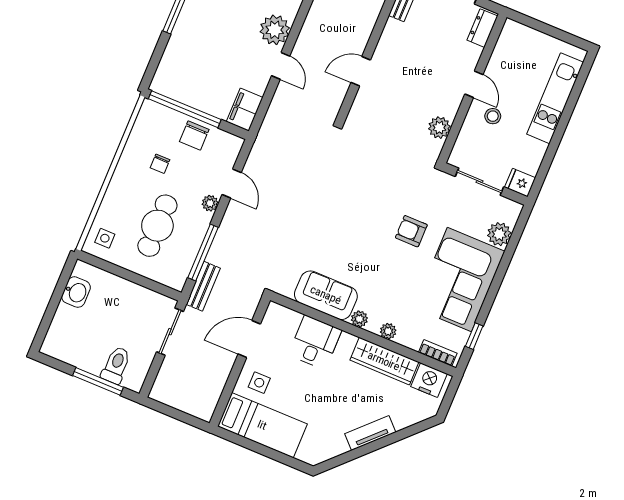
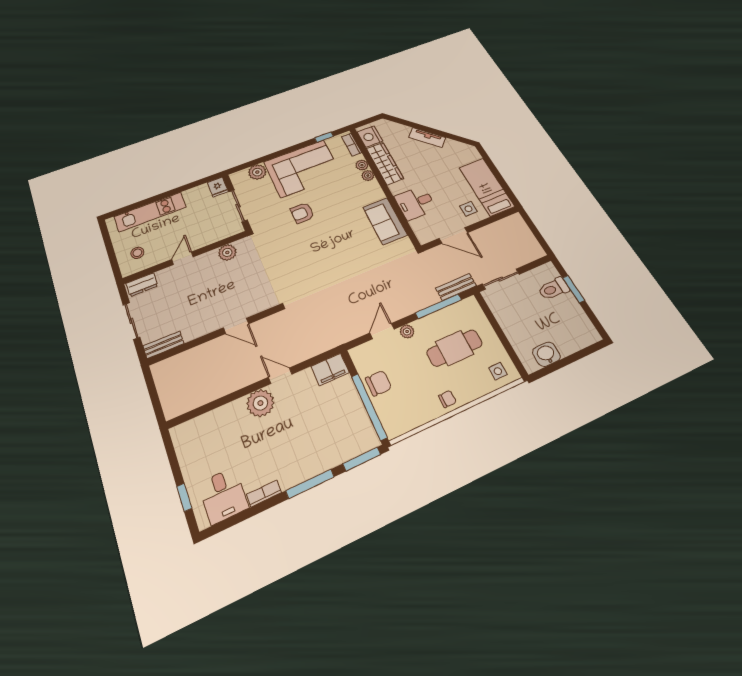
window: (154, 64) -> (362, 459), added
door: (281, 66) -> (280, 376), hinge flipped
stool: (493, 116) -> (137, 253), moved
chair: (160, 164) -> (447, 399), moved
armchair: (411, 231) -> (302, 213), turned 90
plant: (359, 319) -> (362, 165), moved
window: (98, 381) -> (574, 289), width x0.69

